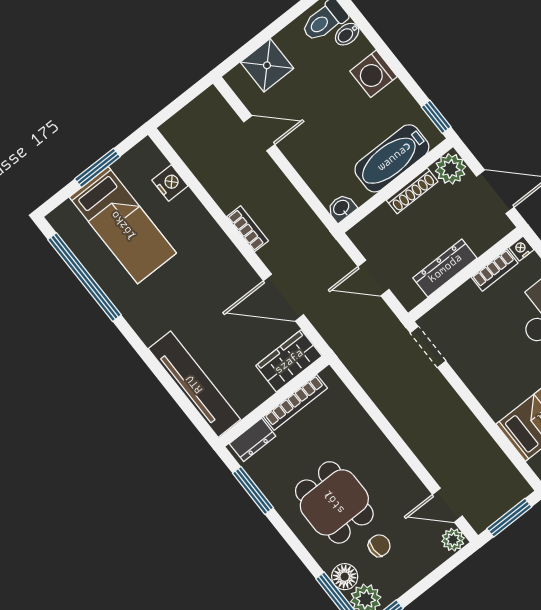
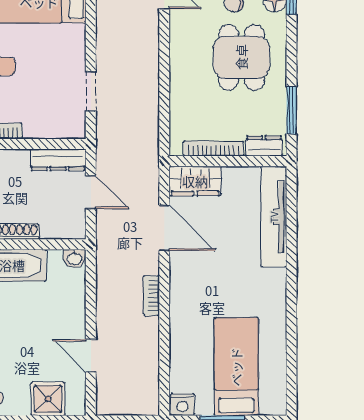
nightstand: (170, 183) -> (182, 405), moved, turned -90
dresser: (445, 268) -> (58, 160), moved
window: (85, 277) -> (292, 352), removed
doorway: (428, 347) -> (91, 91), moved

